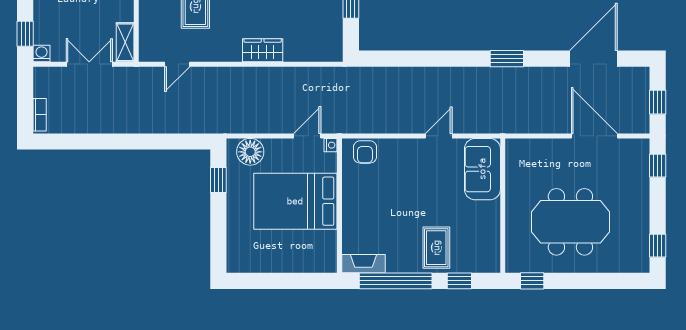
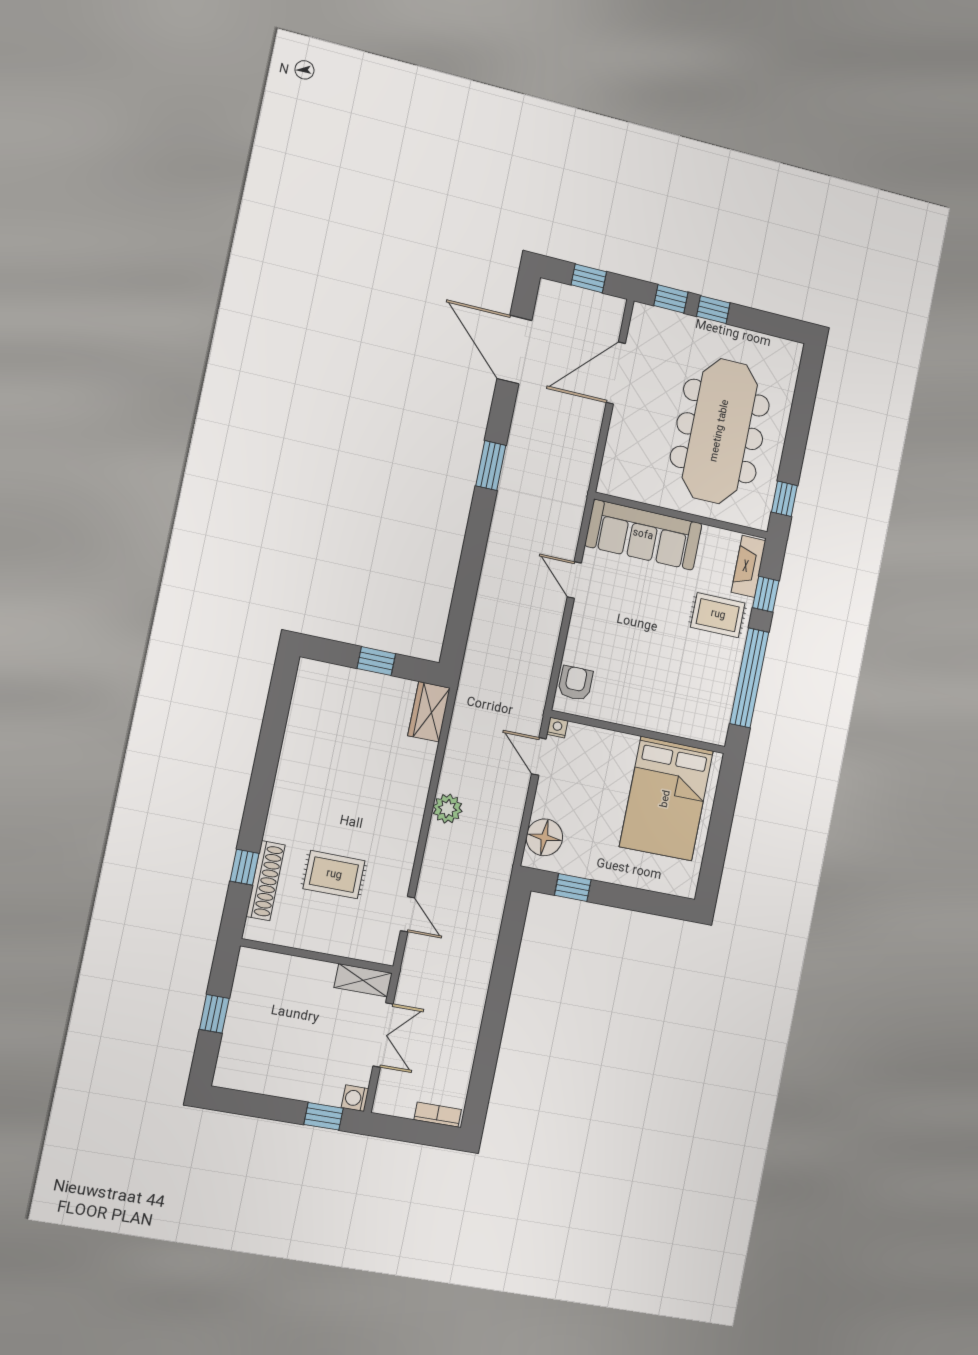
wardrobe: (263, 50) -> (429, 712), moved
double door: (89, 64) -> (383, 1035), swing flipped
plant: (257, 77) -> (447, 809), added
armchair: (365, 152) -> (575, 683), turned -90
sofa: (482, 169) -> (643, 535), width x1.36
bed: (295, 201) -> (666, 799), moved
meeting table: (570, 222) -> (720, 431), width x1.36
window: (658, 246) -> (713, 310), moved
fireplace: (364, 264) -> (748, 566), moved

